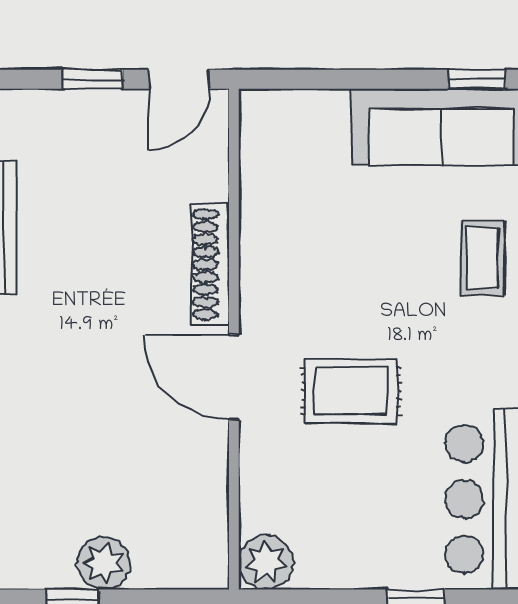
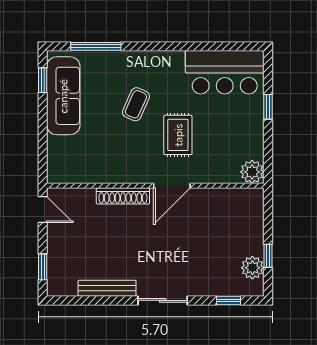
window: (93, 79) -> (43, 267), moved
coffee table: (482, 258) -> (136, 104), moved, turned -66
plant: (103, 563) -> (252, 268), moved

